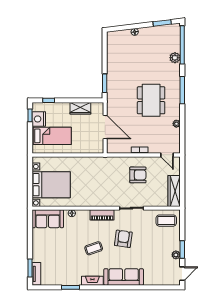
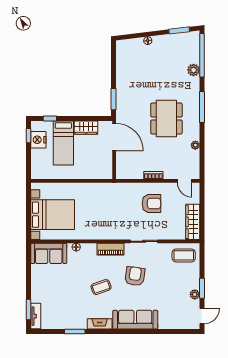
door: (105, 127) -> (114, 137), moved
bed: (52, 136) -> (63, 143), moved, turned 90

